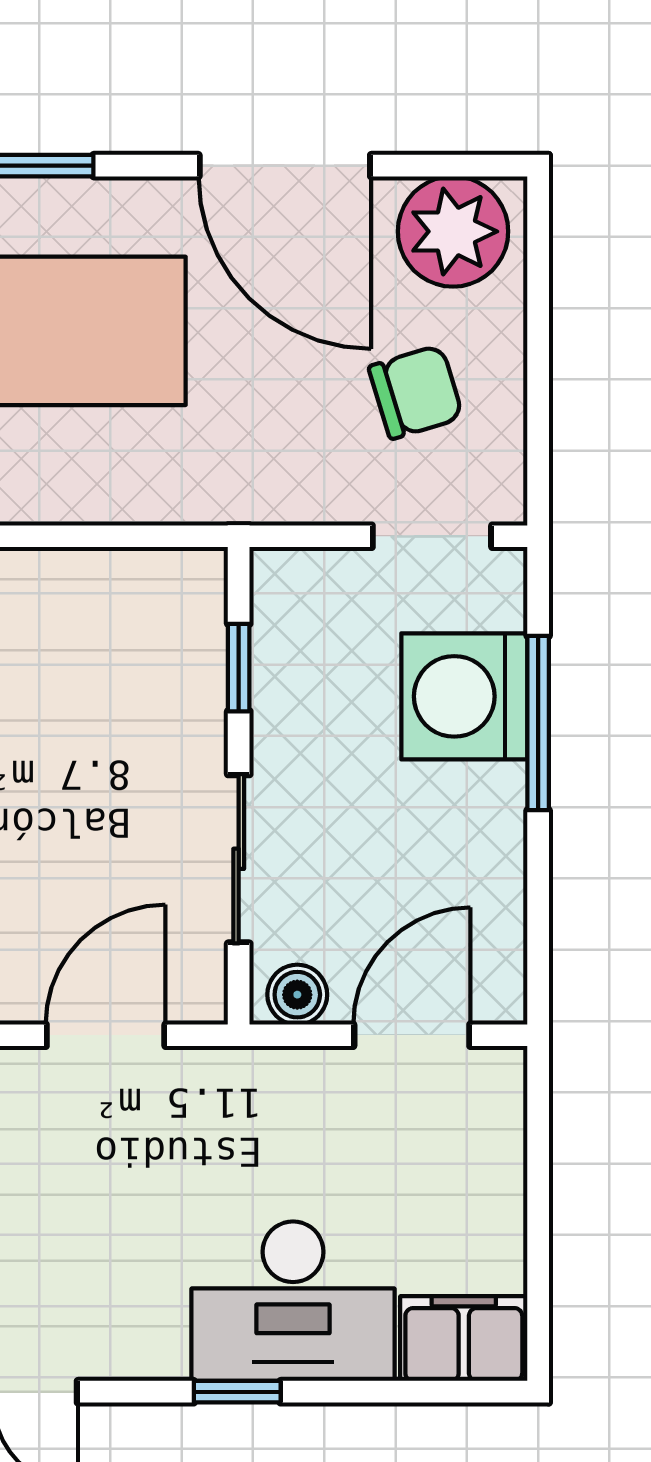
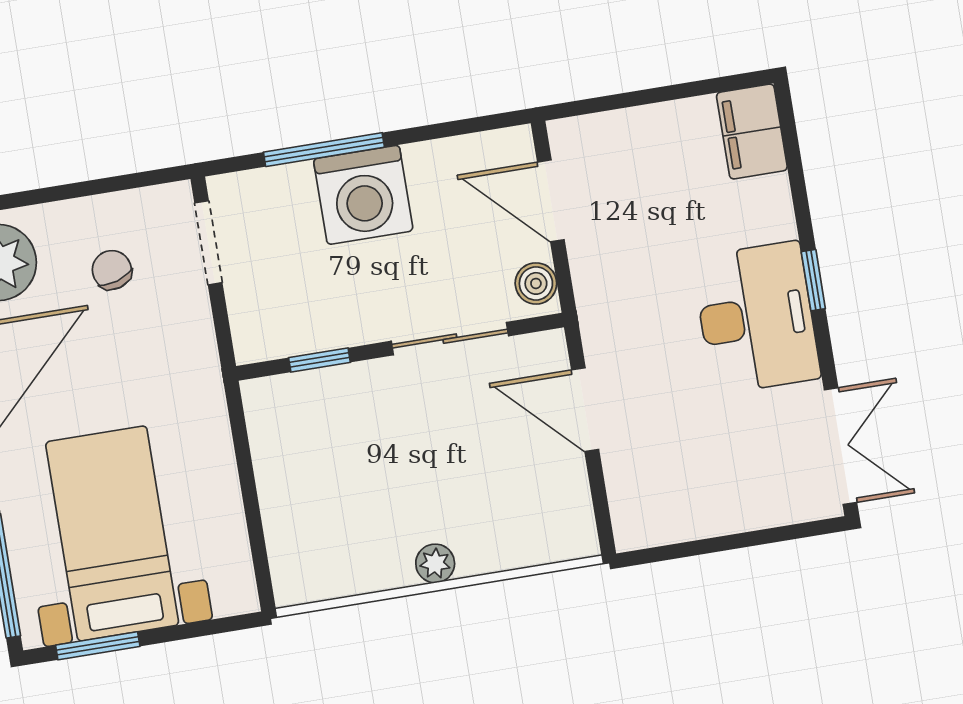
chair: (416, 392) -> (112, 270), width x0.73, depth x0.73
washing machine: (464, 696) -> (363, 195), moved
desk: (293, 1301) -> (756, 318), moved

